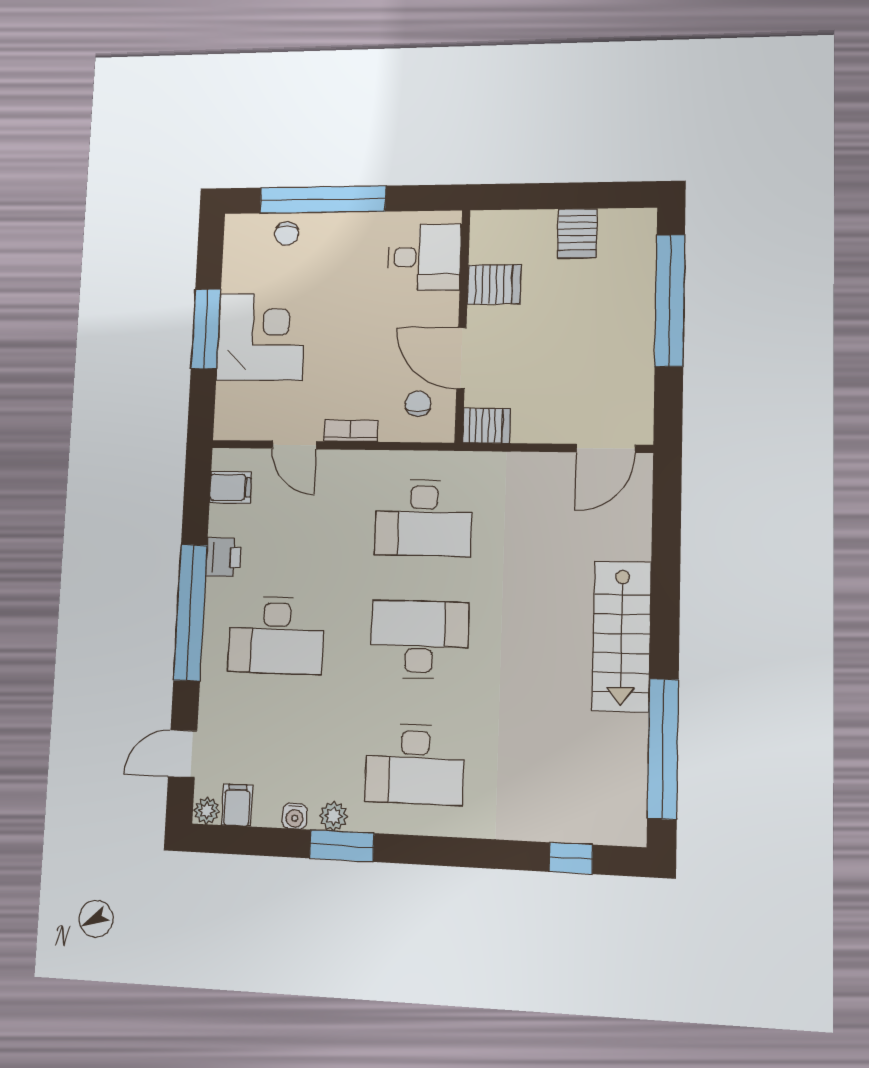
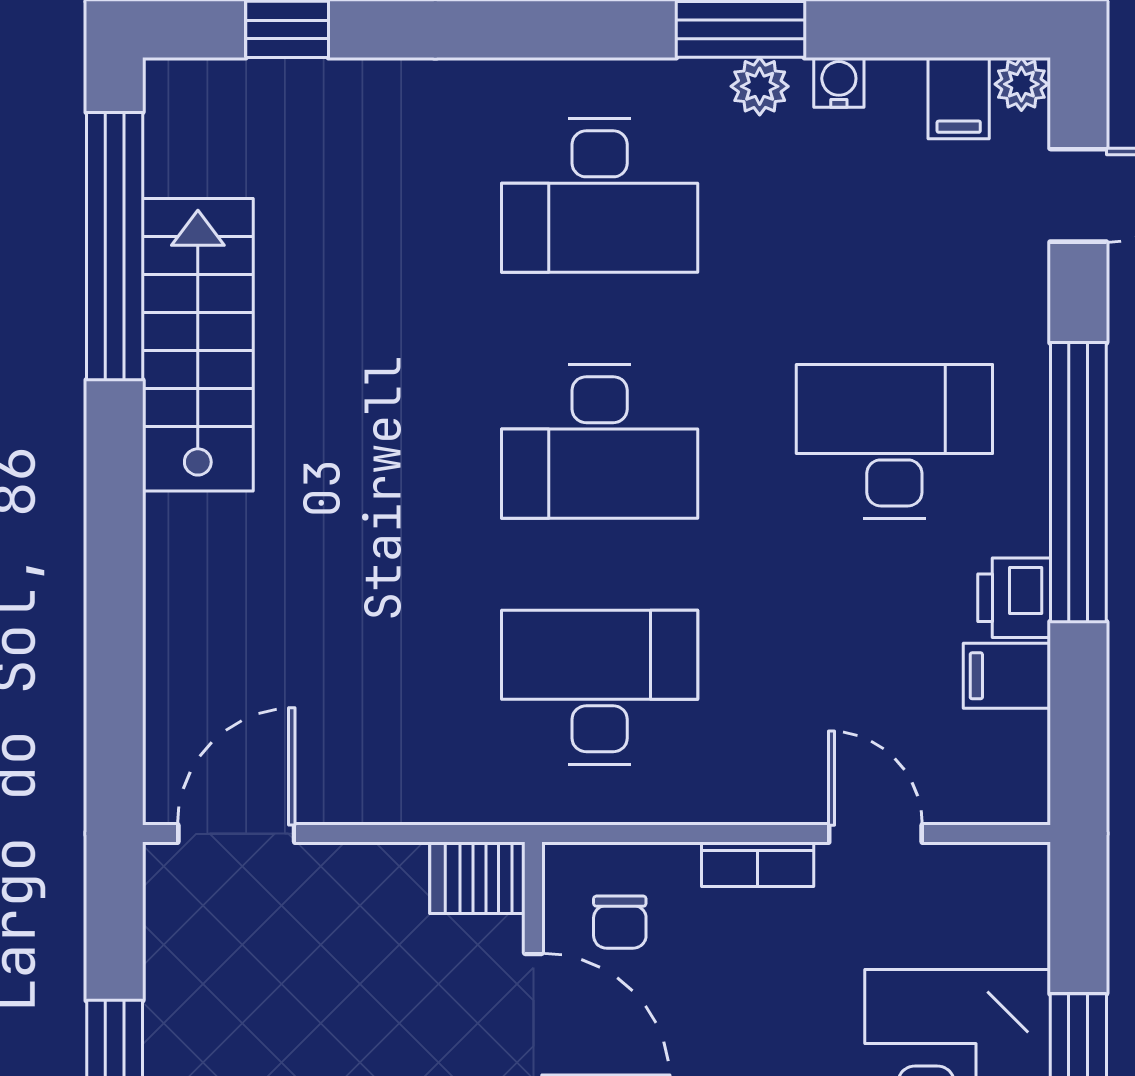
filing cabinet: (231, 487) -> (1007, 676), moved
stairs: (622, 636) -> (198, 345), moved
desk: (415, 764) -> (600, 195), turned 180

